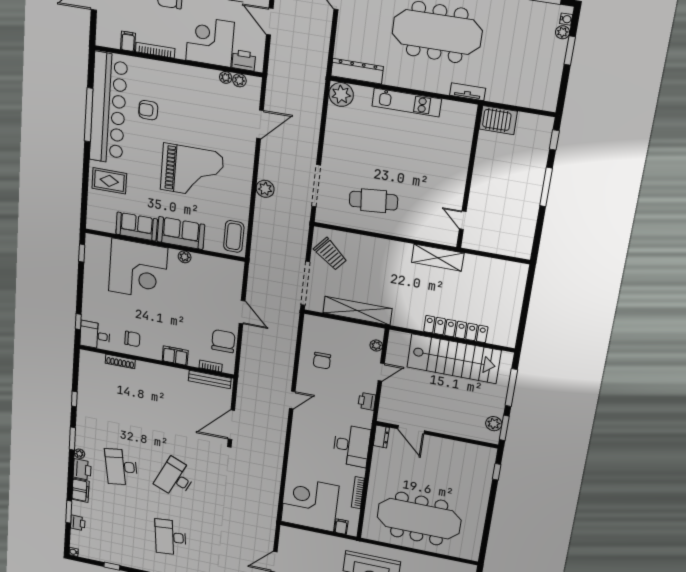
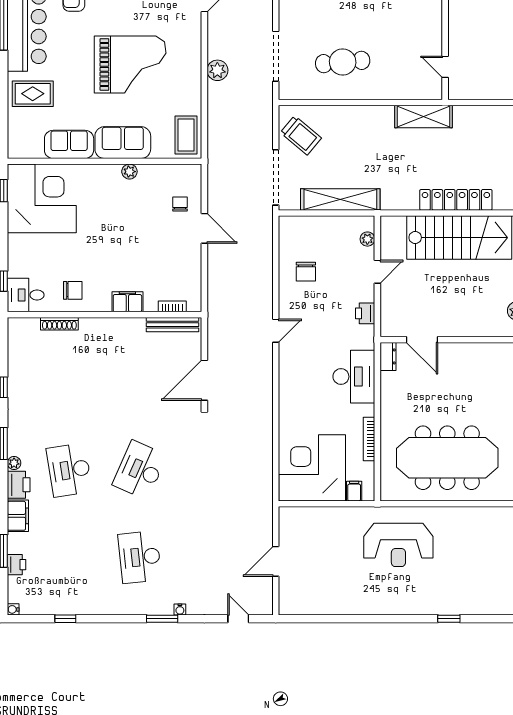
corner desk: (138, 270) -> (42, 198), moved, turned -90
chair: (223, 341) -> (180, 204), moved, width x0.54, depth x0.54

